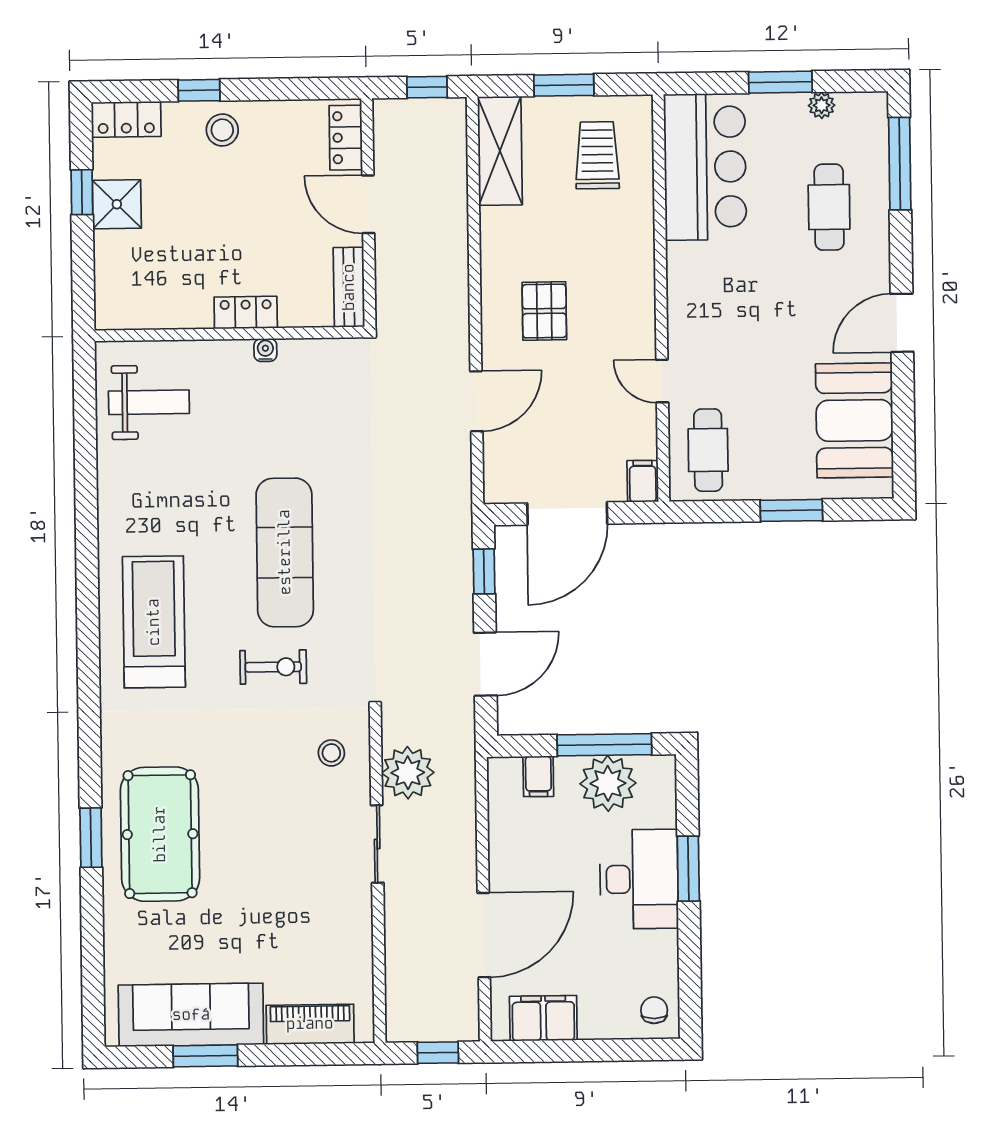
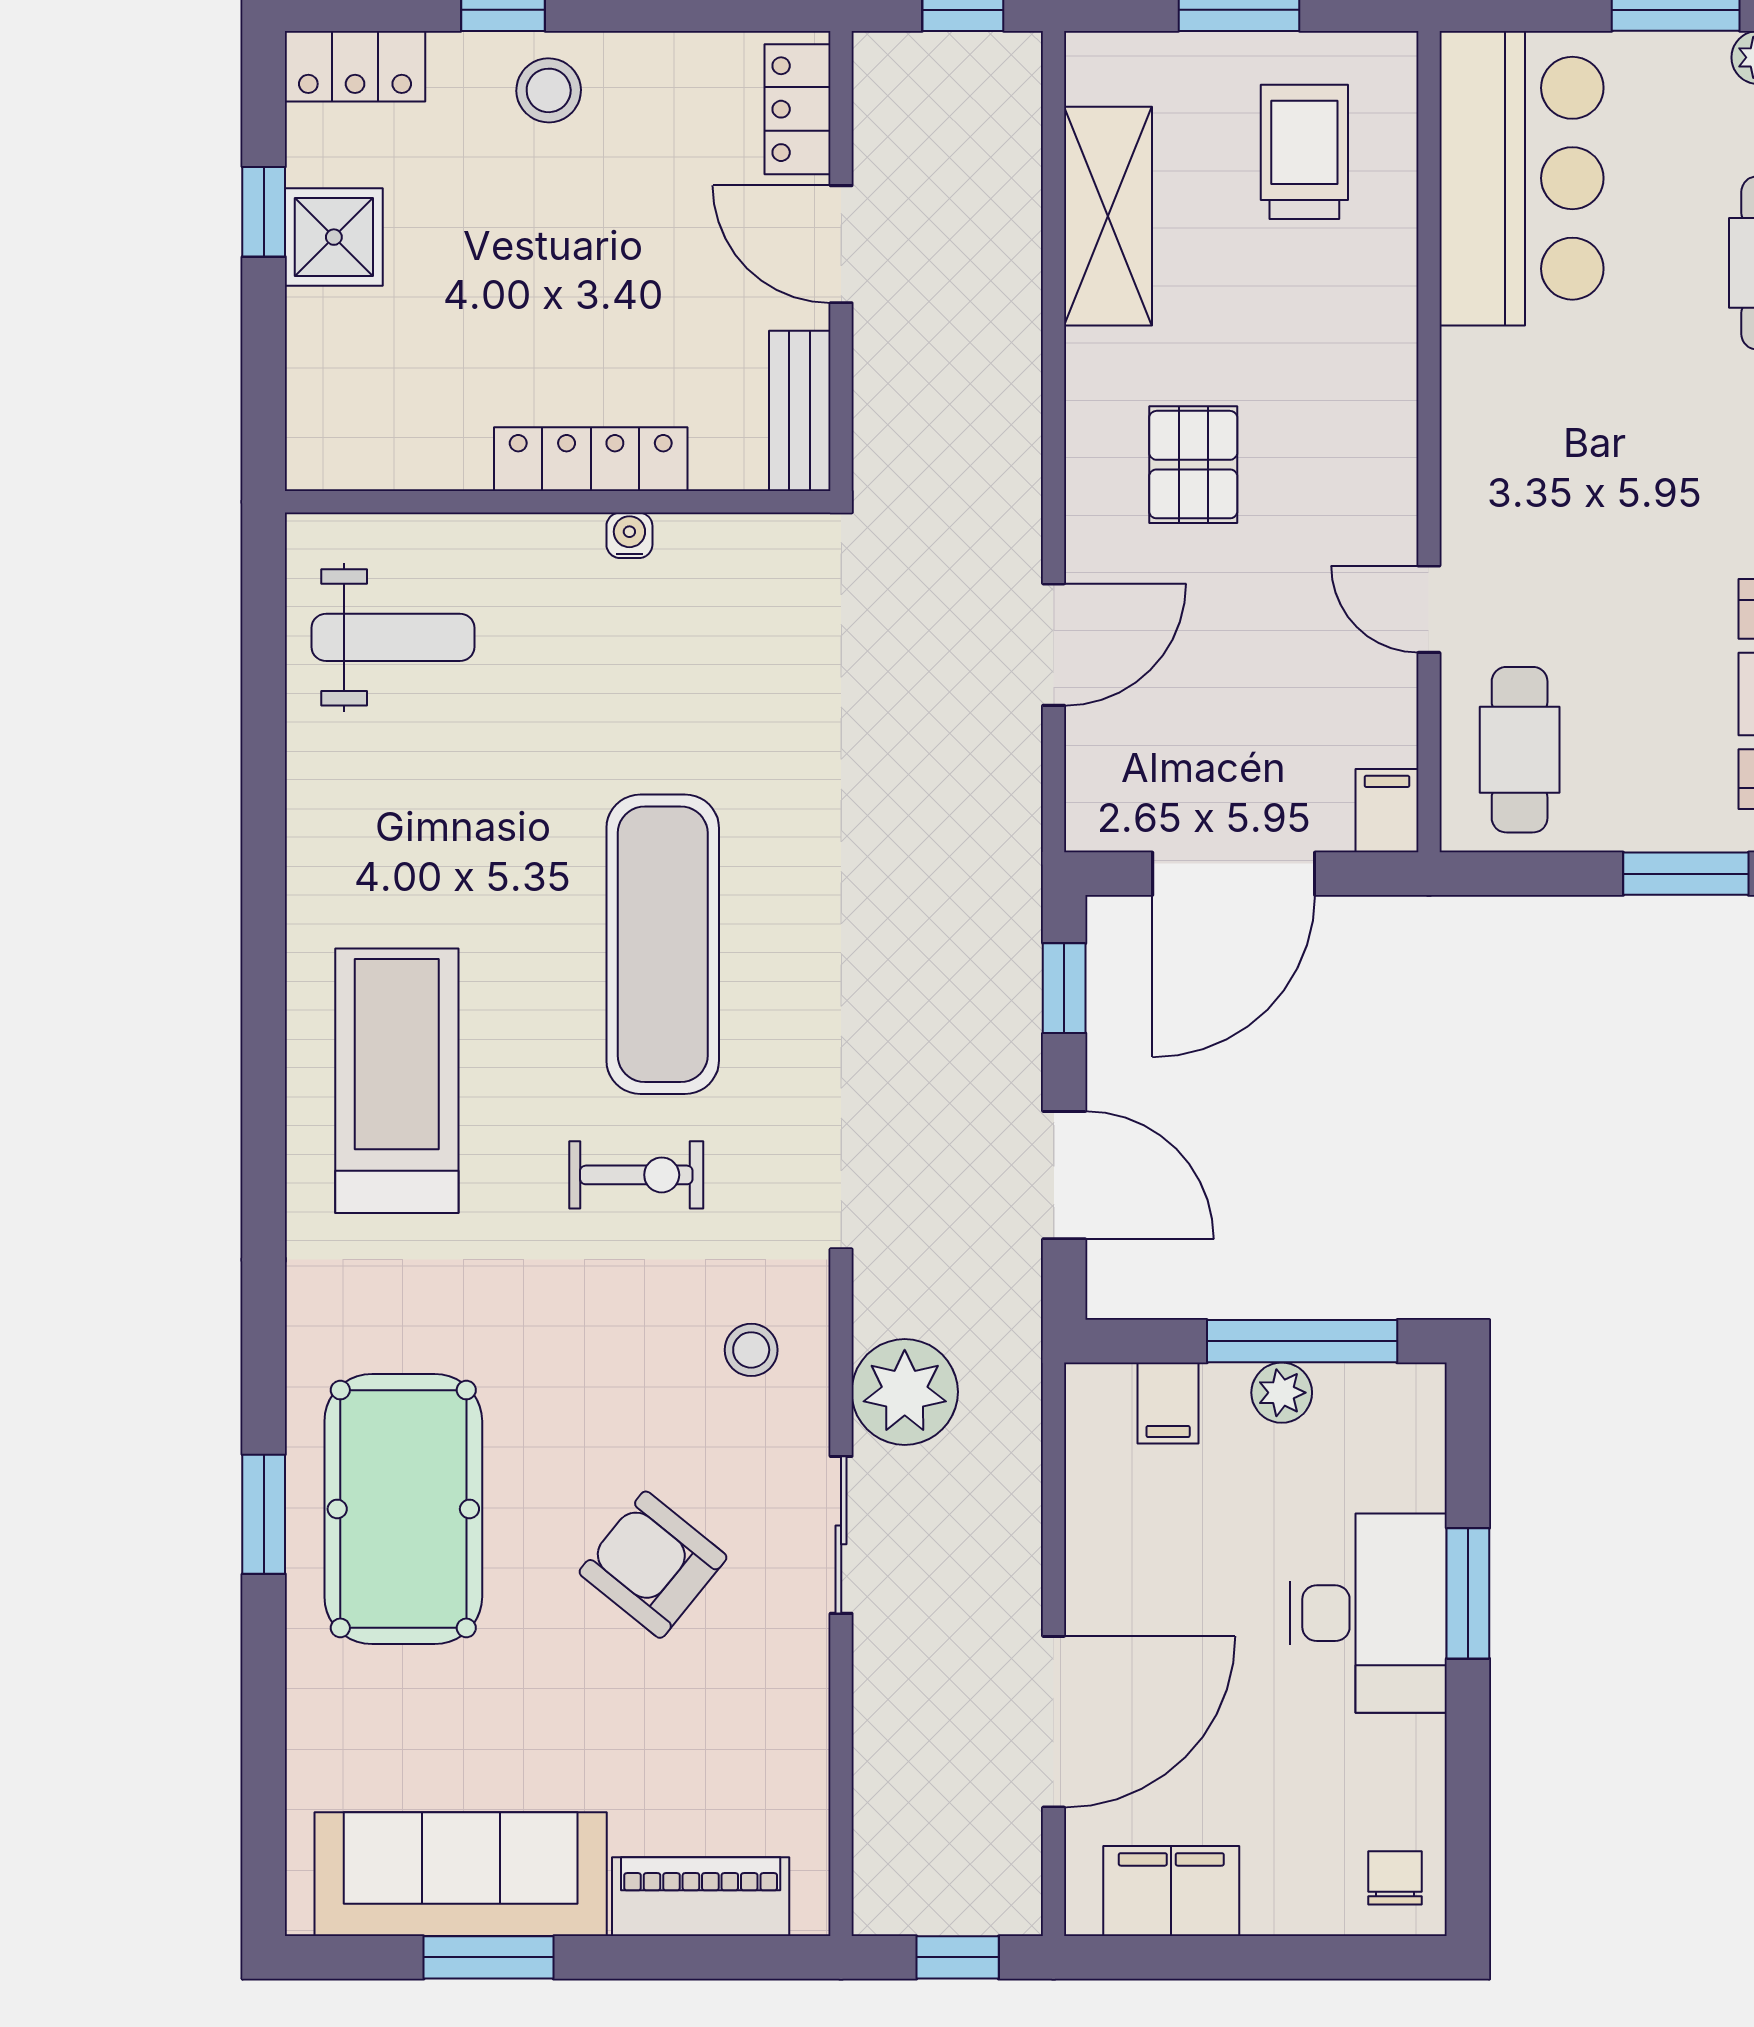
shelving: (500, 151) -> (1108, 216), moved
locker: (246, 313) -> (591, 459), width x1.53
door: (485, 664) -> (1064, 1175), hinge flipped
plant: (608, 783) -> (1282, 1393), width x0.53, depth x0.53
armchair: (284, 860) -> (653, 1565), added

